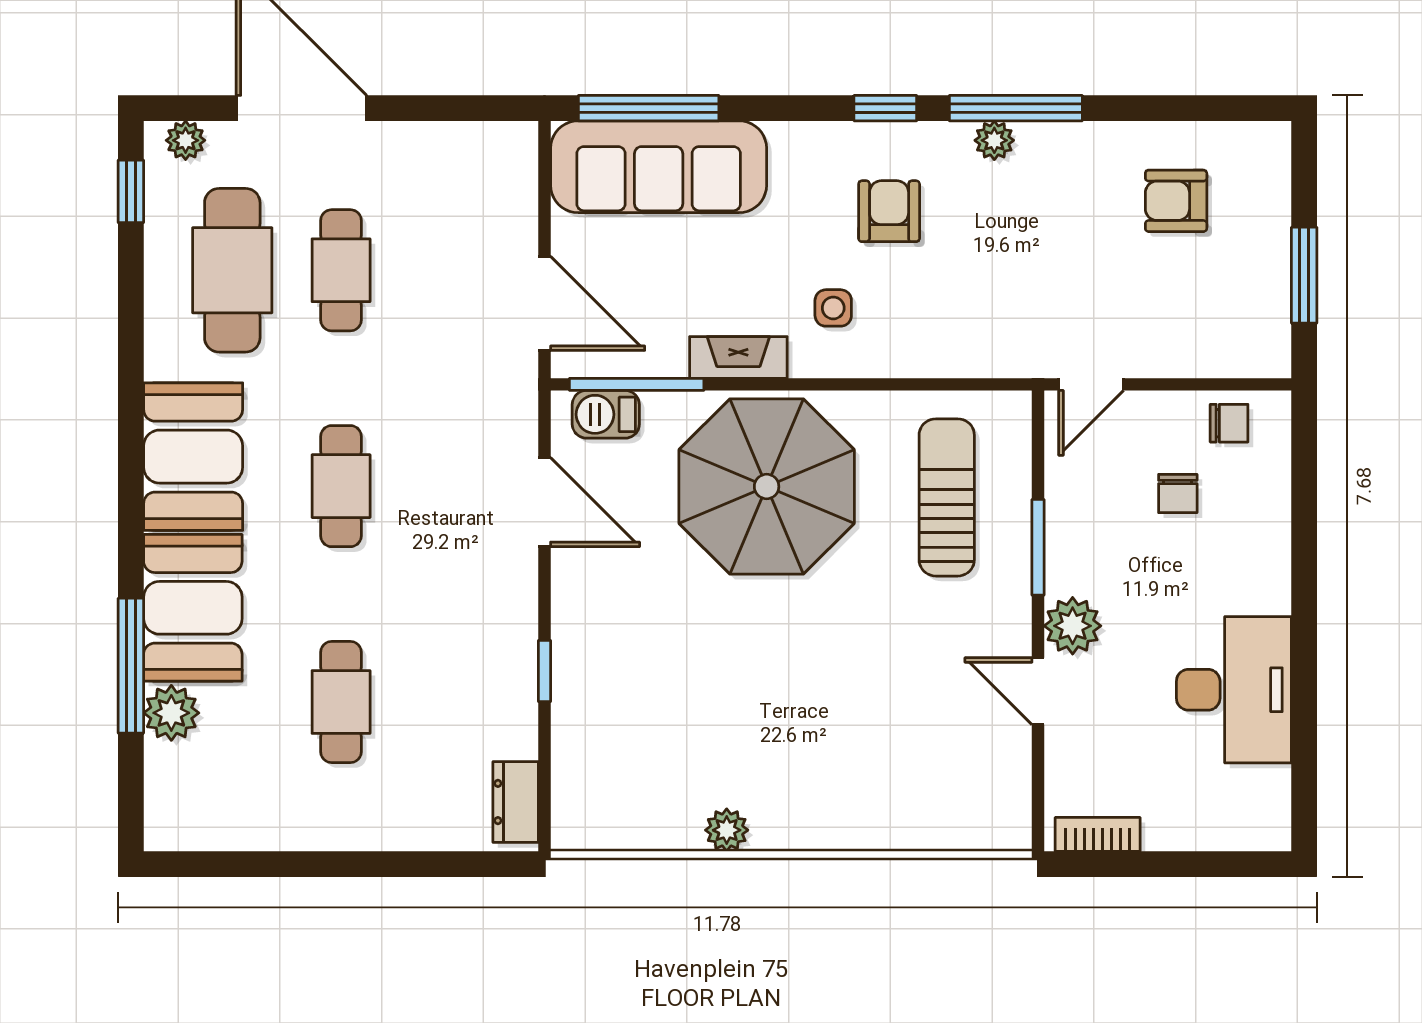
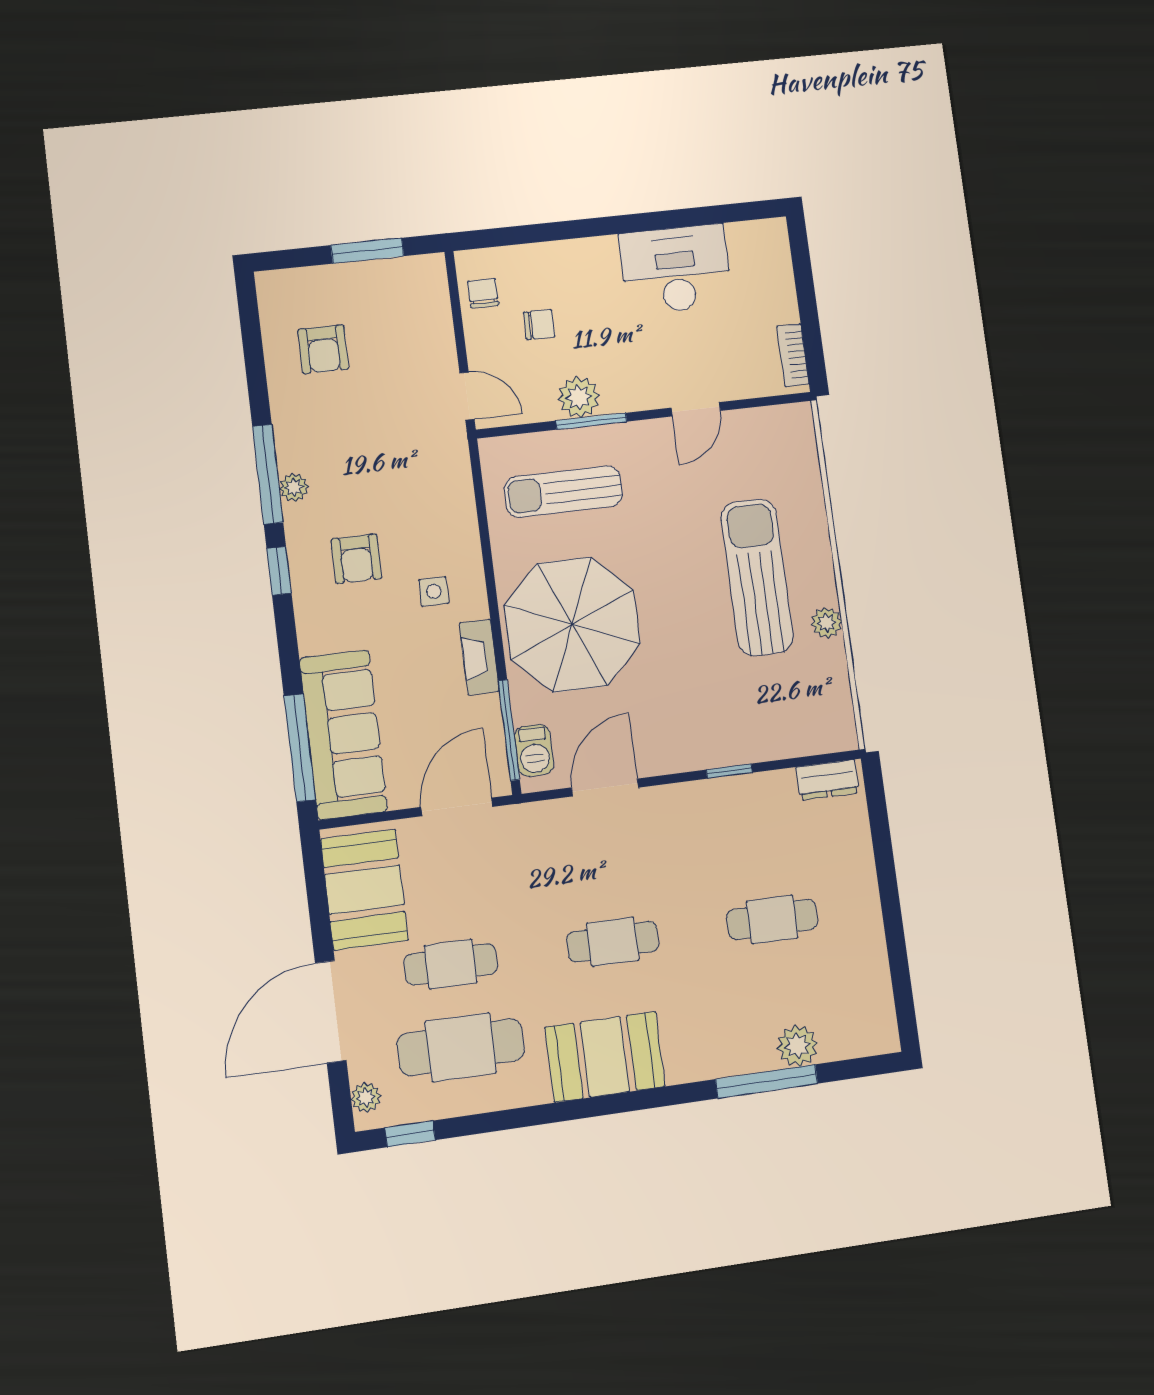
armchair: (889, 211) -> (356, 559), turned -90
booth: (193, 608) -> (364, 890), moved, turned 90
plant: (1073, 626) -> (579, 397), moved
sun lounger: (800, 744) -> (757, 577), added

